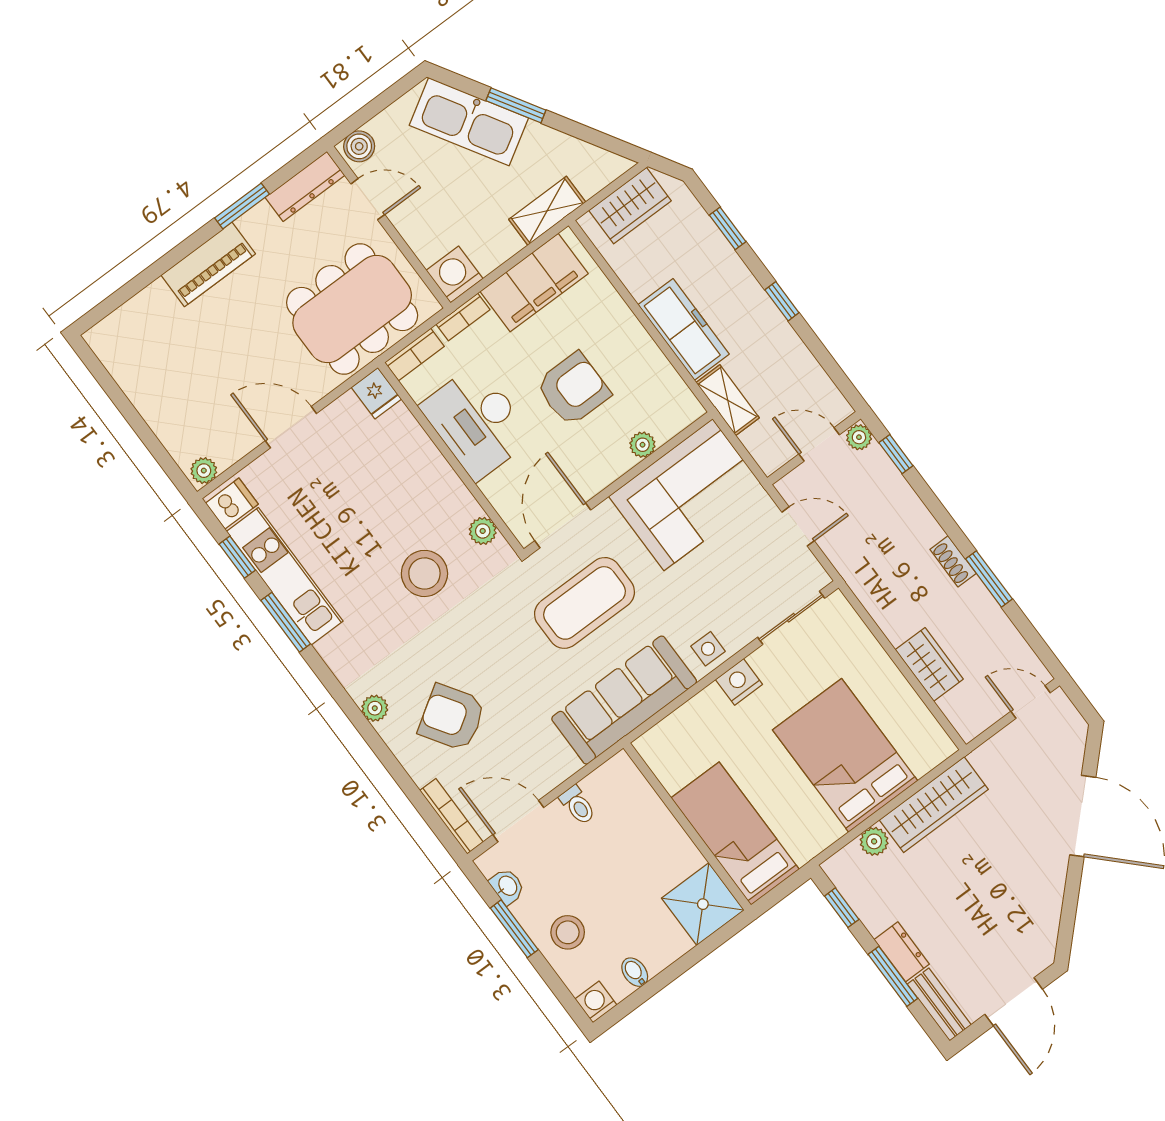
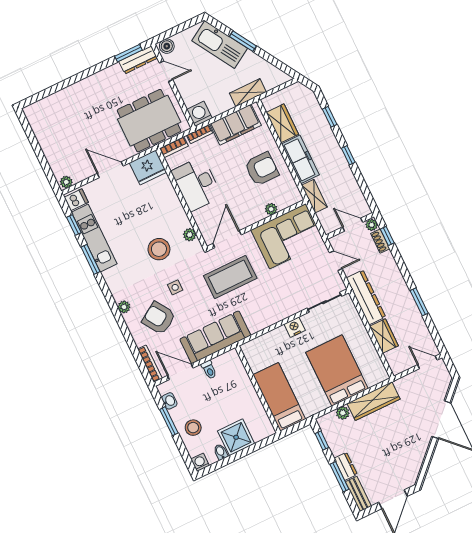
window: (242, 206) -> (128, 53), moved
wardrobe: (630, 206) -> (282, 123), moved, turned -90
piano: (208, 264) -> (87, 87), removed
armchair: (573, 389) -> (262, 169), moved
fridge: (376, 393) -> (148, 168), width x1.88, depth x1.34
shoe rack: (953, 561) -> (380, 241), moved
dresser: (876, 591) -> (366, 297), added
side table: (708, 649) -> (175, 287), moved
sofa: (624, 700) -> (215, 337), moved
shower: (703, 904) -> (236, 437), moved

